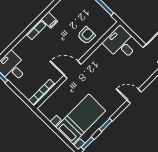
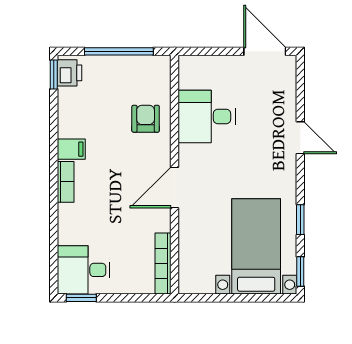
desk: (121, 44) -> (207, 116), moved
door: (134, 96) -> (300, 138), swing flipped

